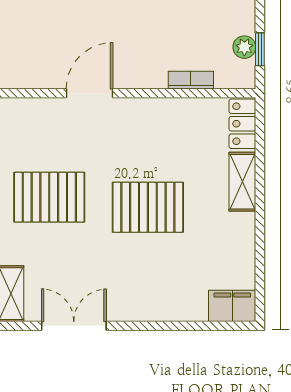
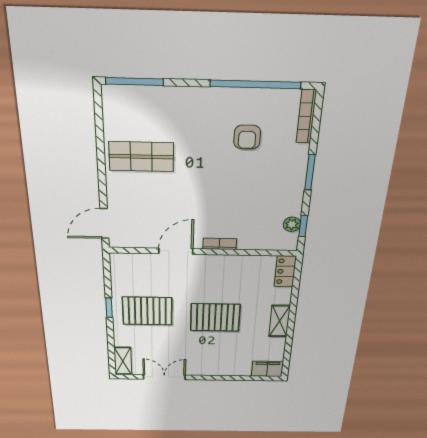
bookcase: (191, 80) -> (220, 244), moved
shelving: (242, 182) -> (279, 321), moved

